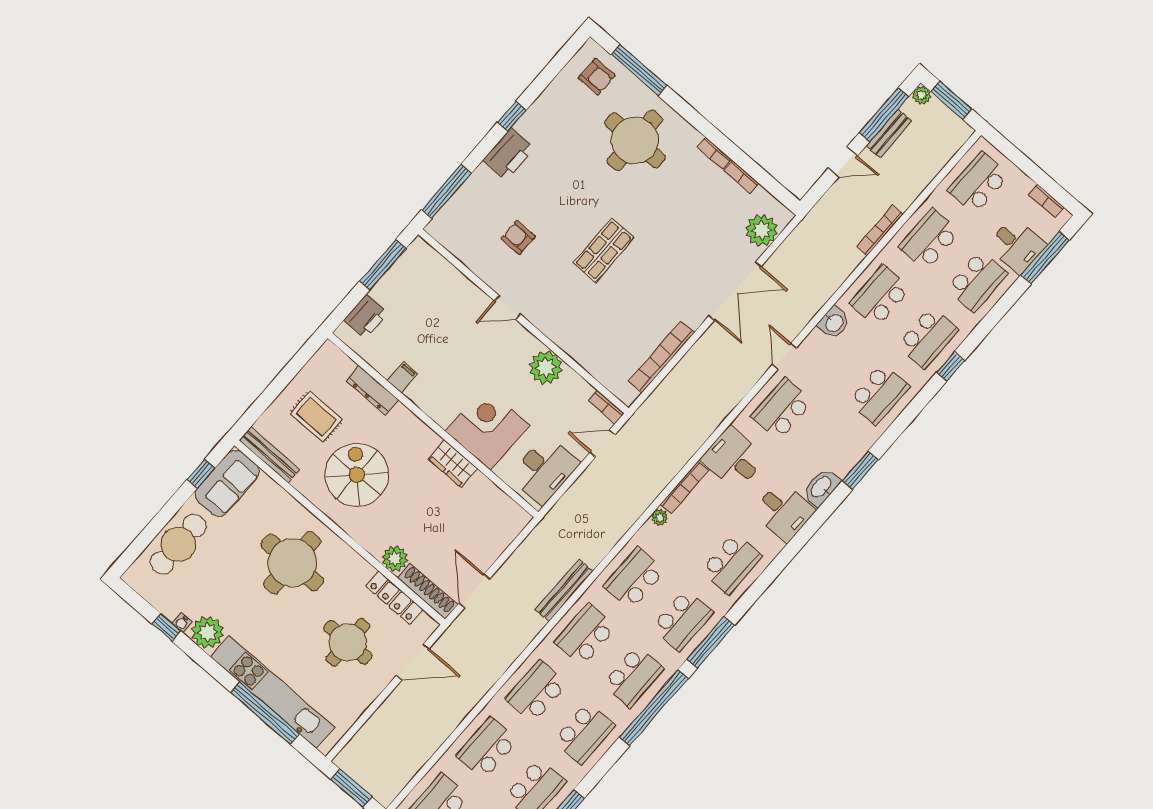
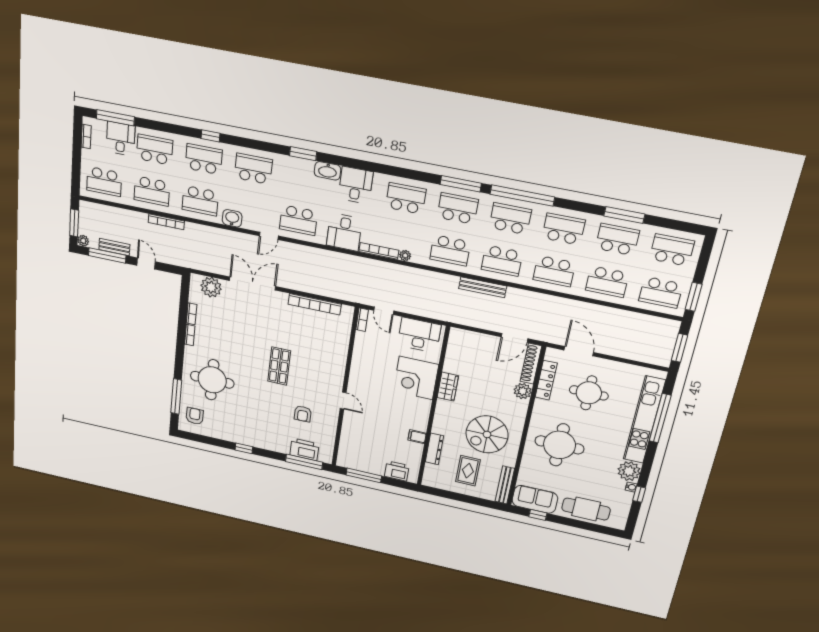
printer: (509, 154) -> (304, 449), moved
shop shelf: (603, 250) -> (279, 366), turned 90
plant: (546, 368) -> (362, 364), removed

